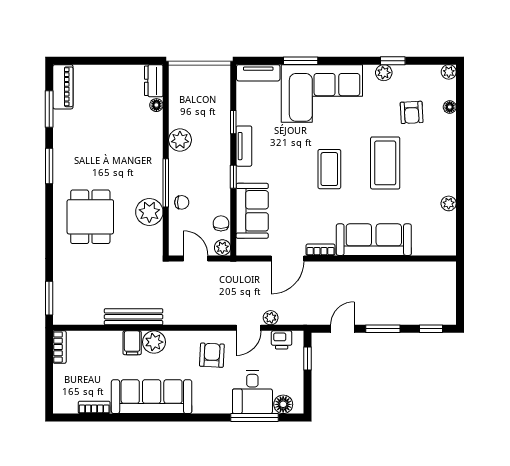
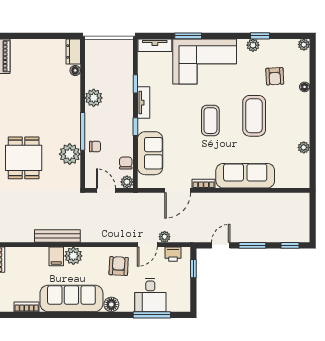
floor lamp: (450, 107) -> (305, 87), moved
floor lamp: (283, 404) -> (111, 304), moved

